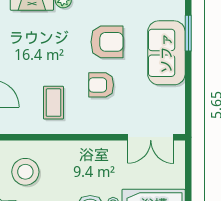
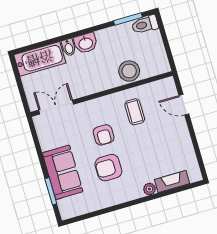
armchair: (101, 85) -> (104, 135), turned 90
stool: (25, 172) -> (129, 71), moved

